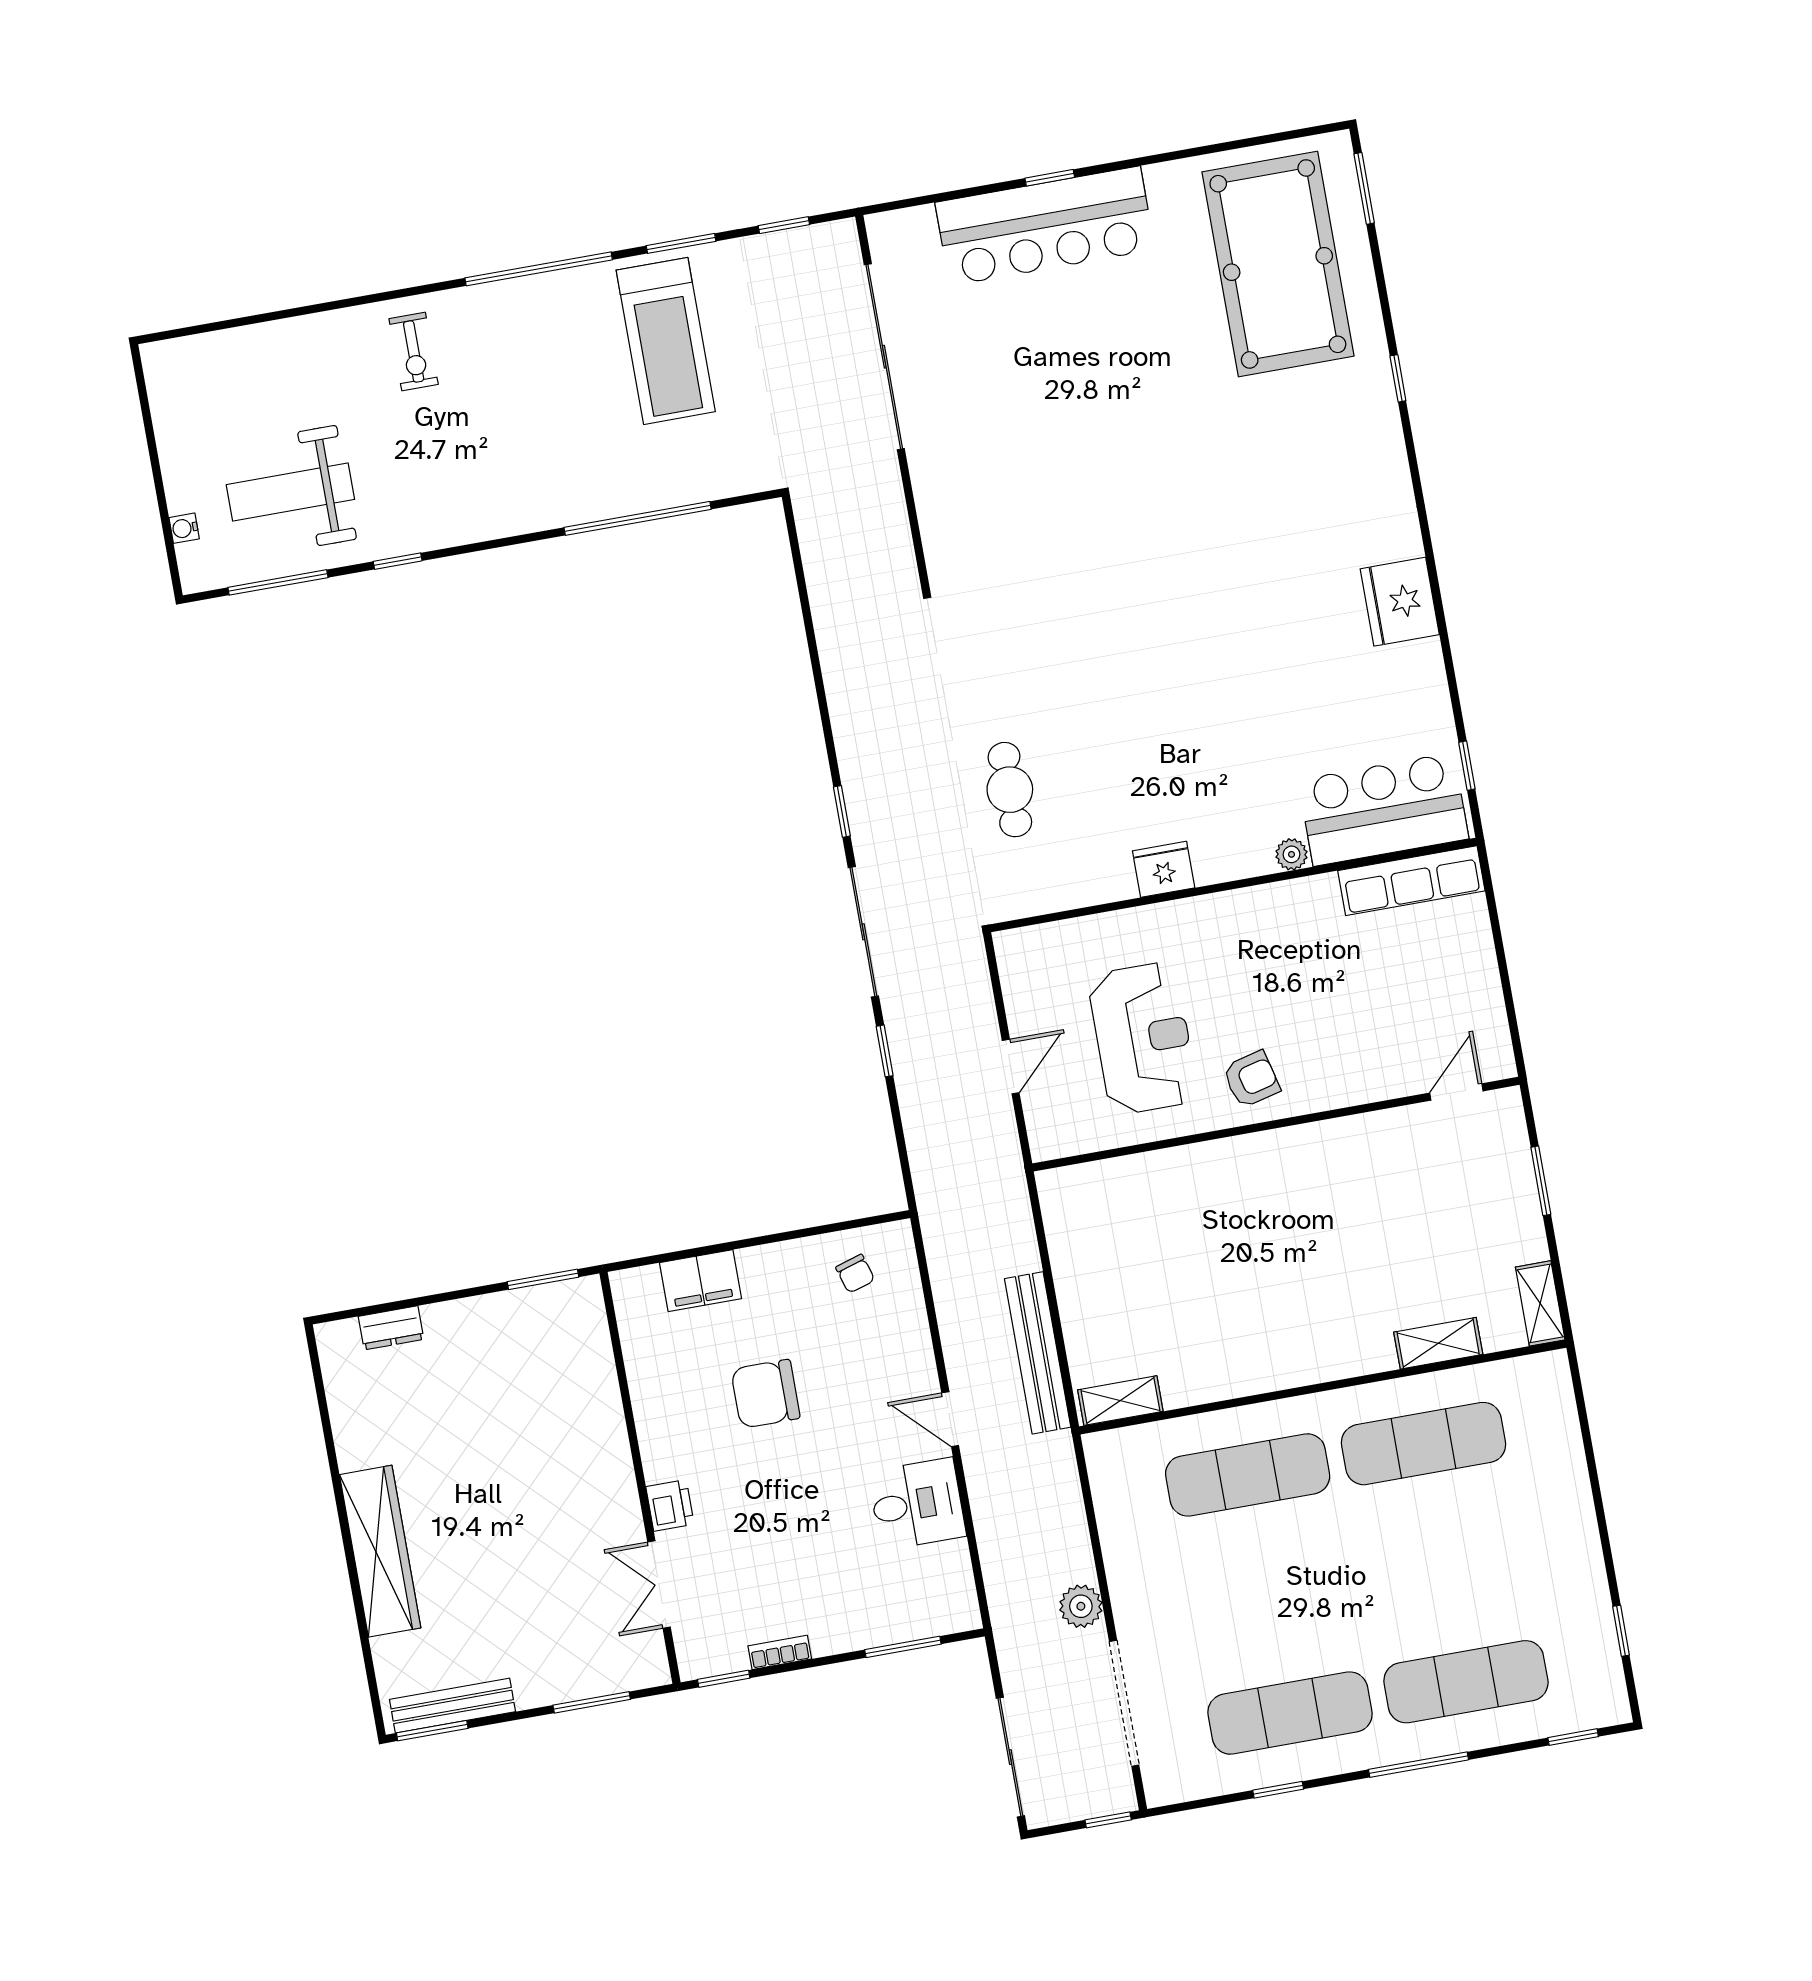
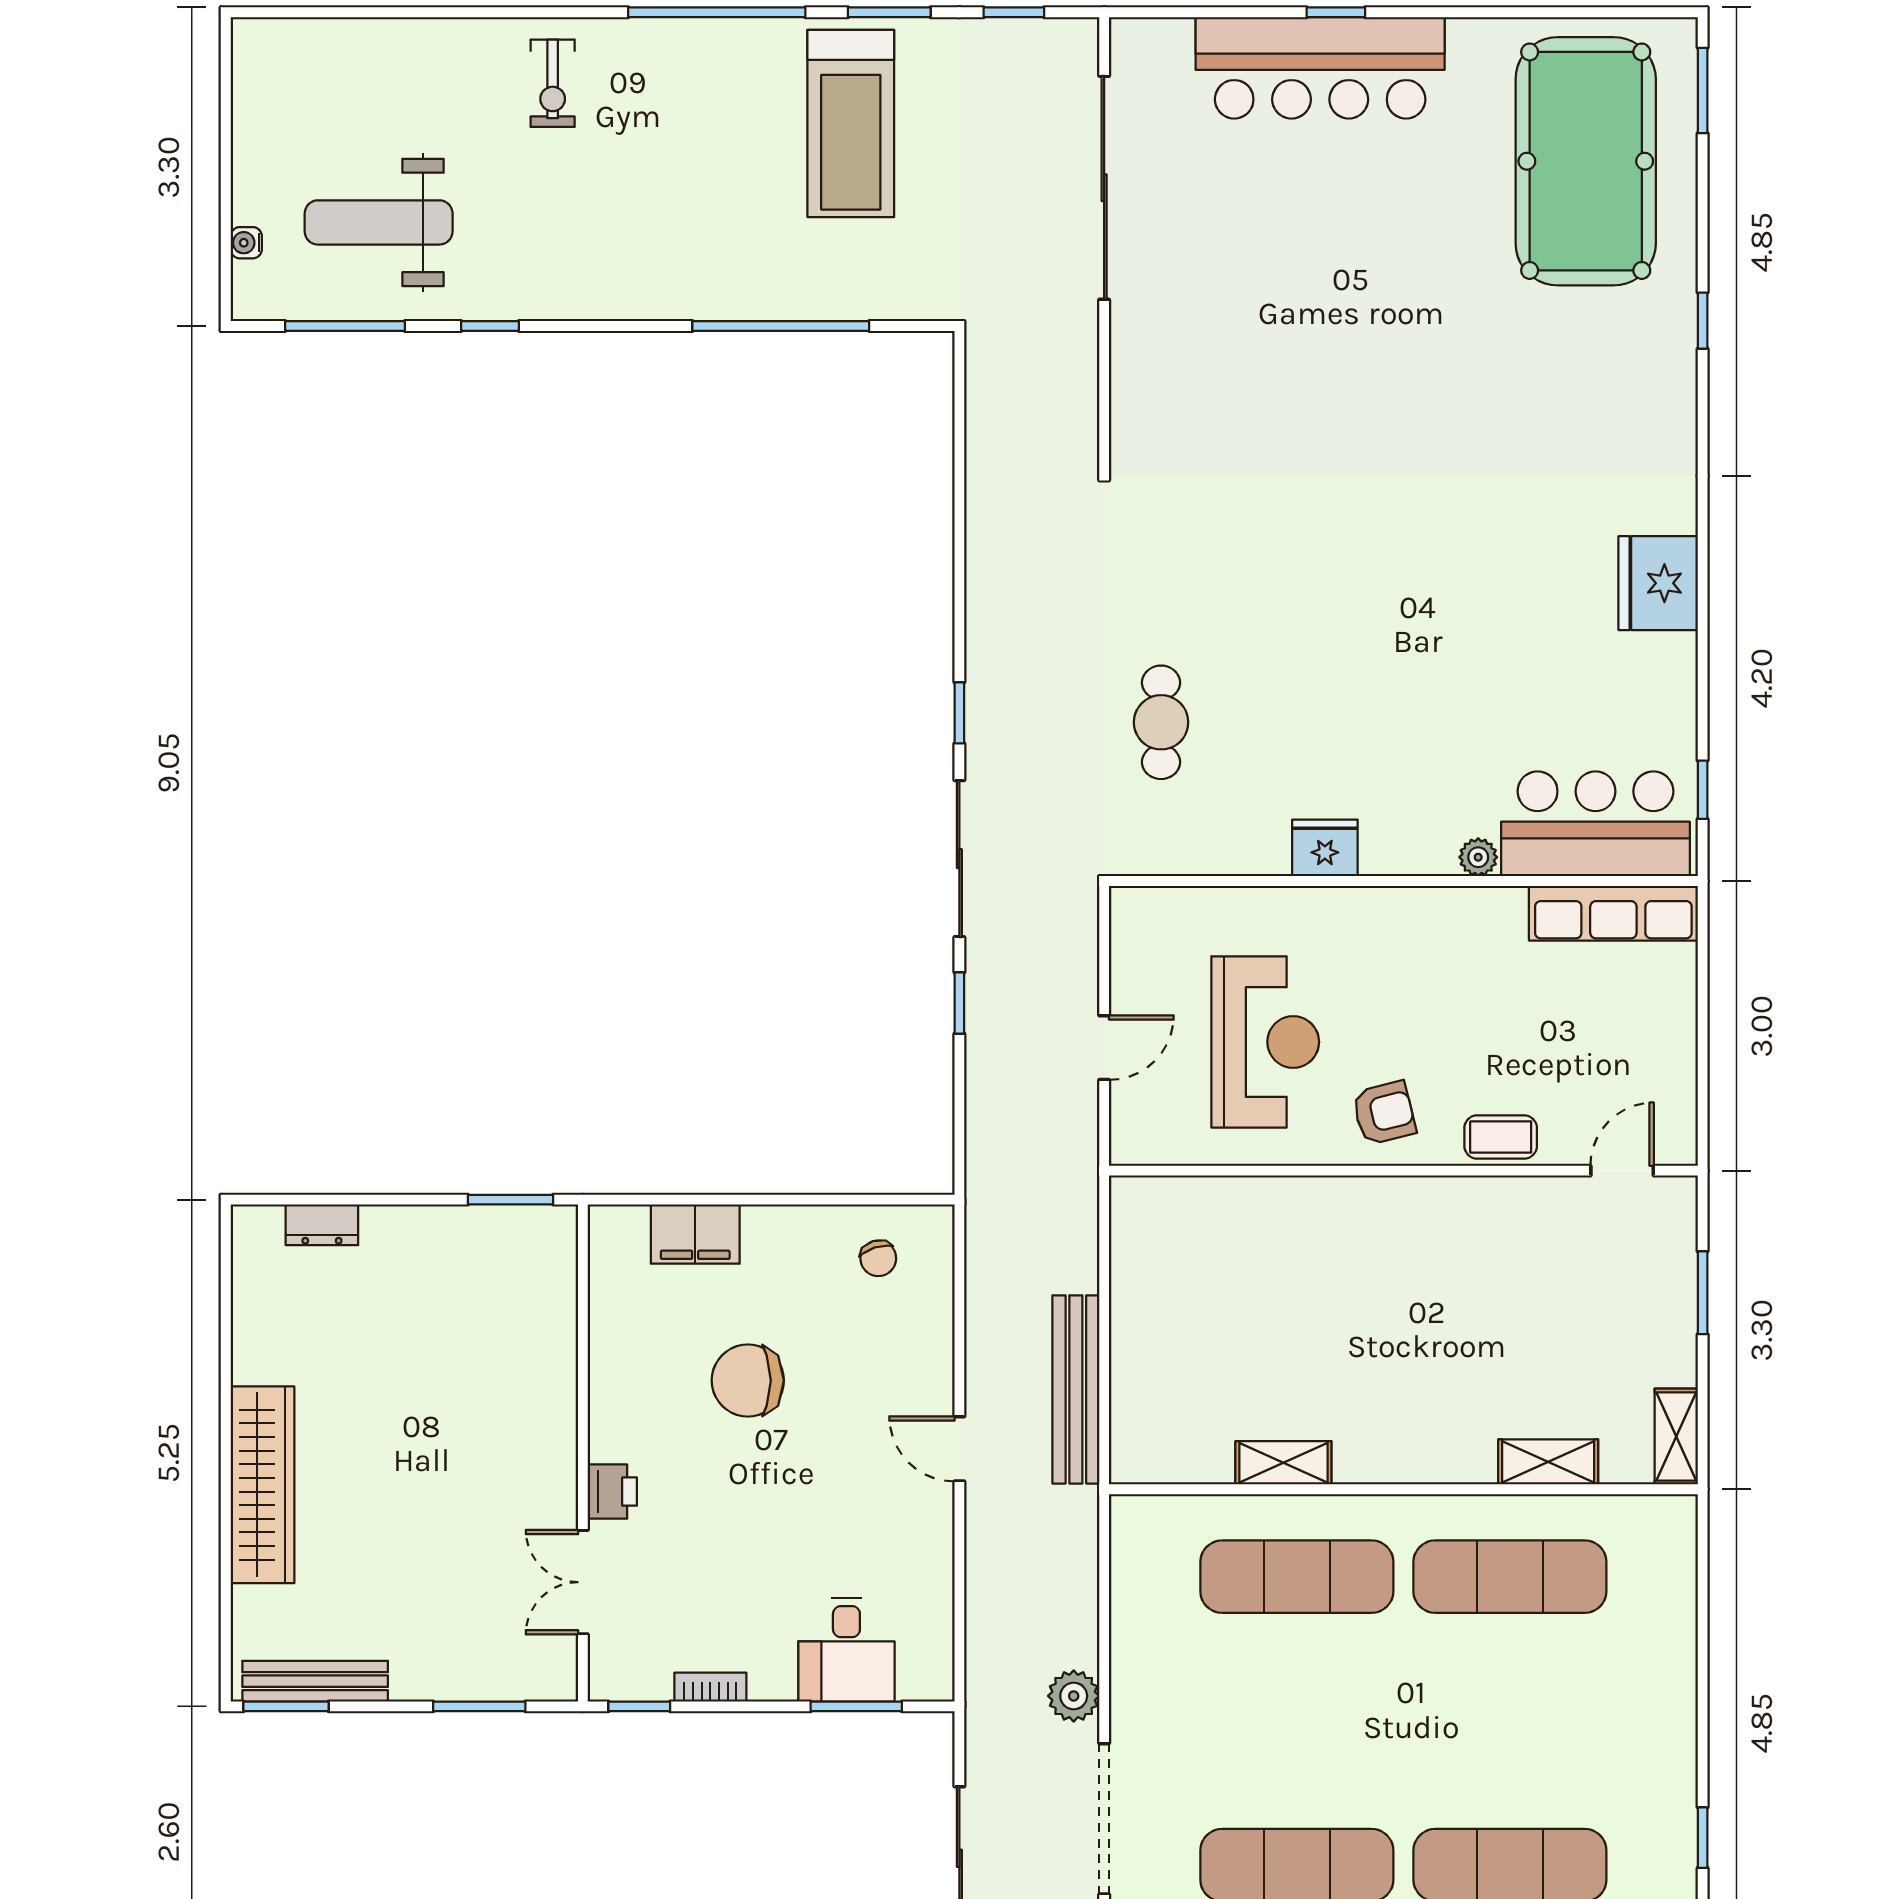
coffee table: (1351, 1082) -> (1501, 1137), added
shelving: (1120, 1401) -> (1283, 1463), moved
desk: (917, 1504) -> (846, 1650), moved, turned 90

